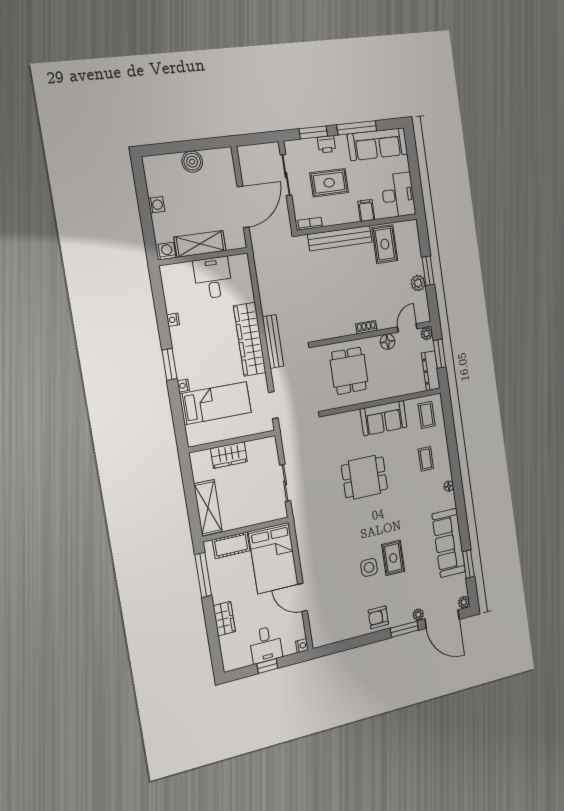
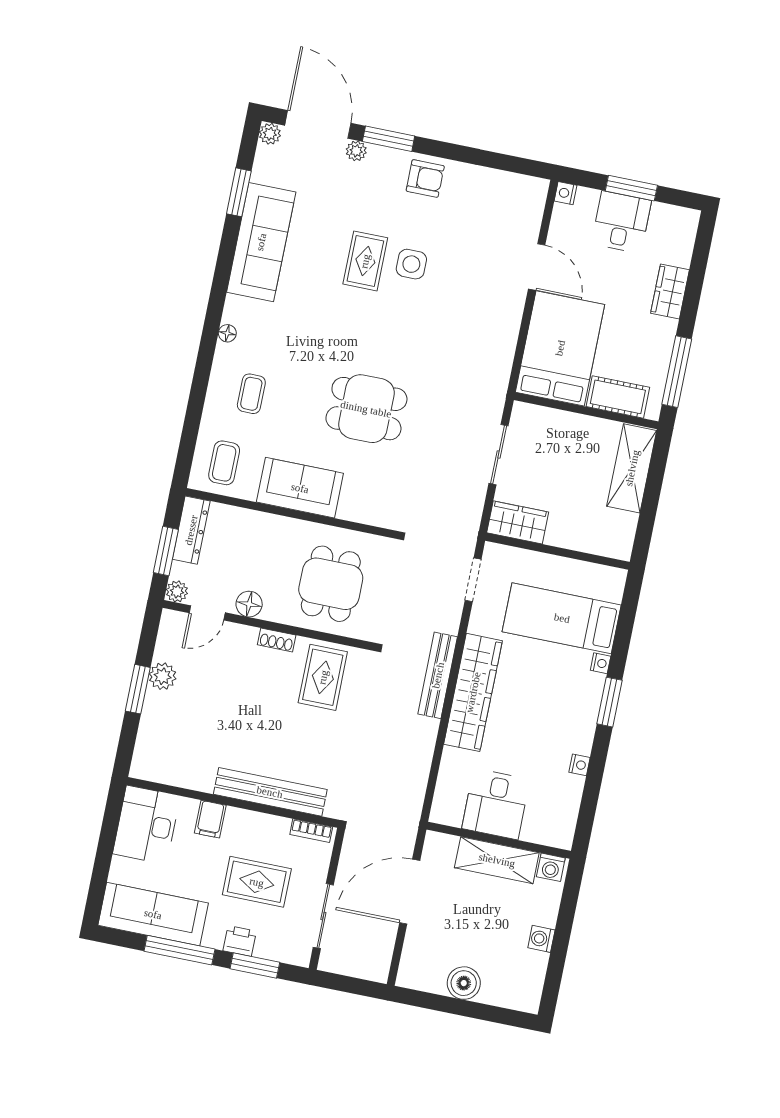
rug: (385, 244) -> (323, 677), moved
wardrobe: (229, 455) -> (518, 522), moved
window: (267, 666) -> (631, 188), width x1.50

